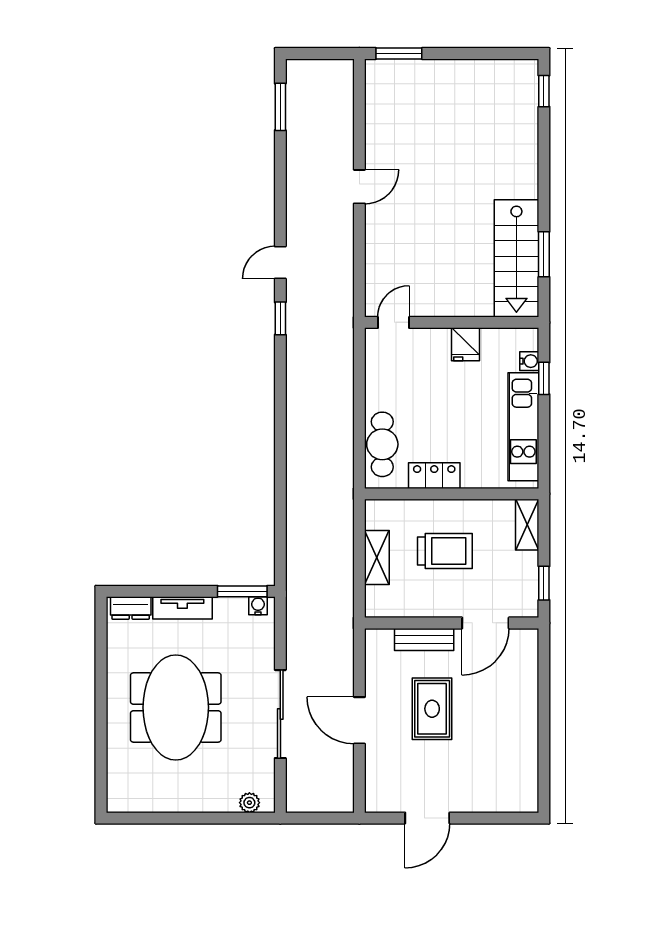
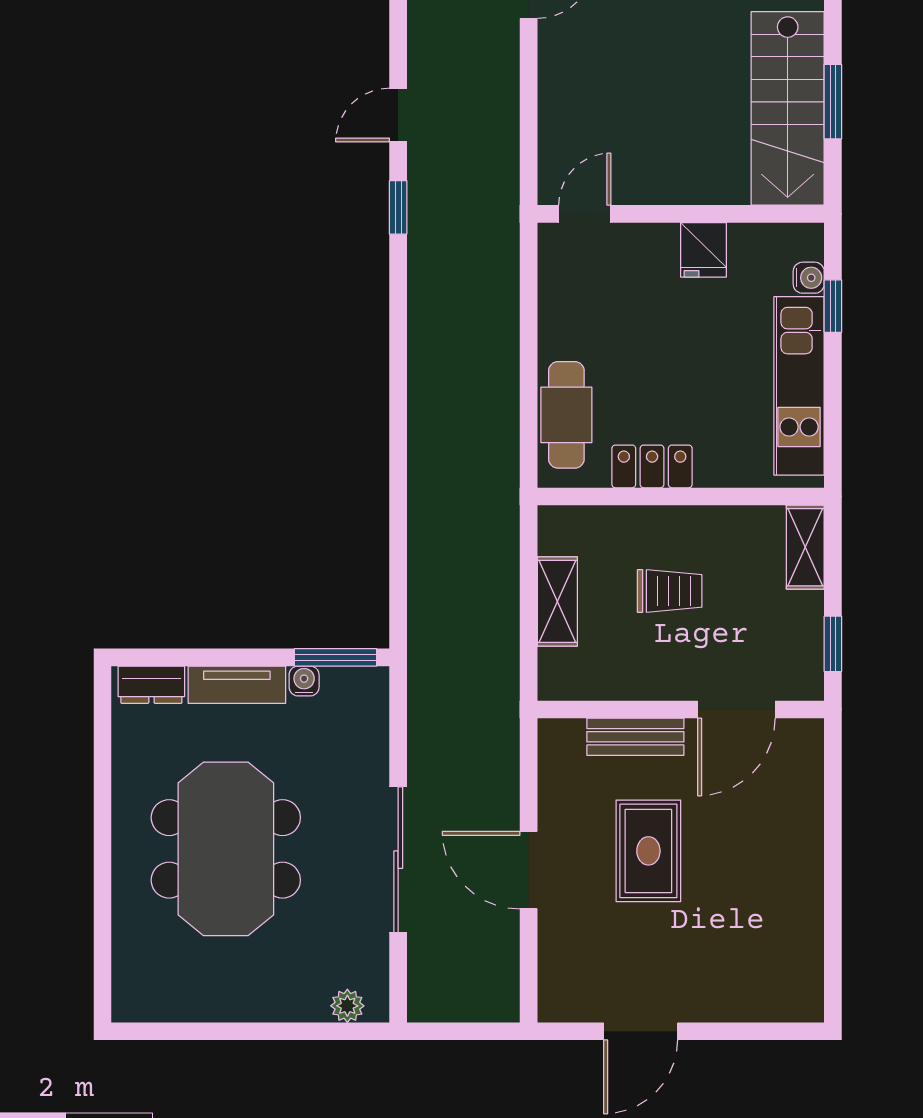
trolley: (445, 551) -> (670, 591), width x0.73, depth x0.72
water cooler: (258, 606) -> (304, 681), moved

